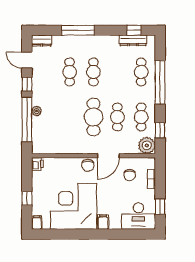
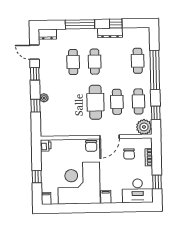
window: (134, 30) -> (116, 24), moved
dresser: (133, 40) -> (110, 33), moved
window: (27, 119) -> (35, 106), width x0.32

